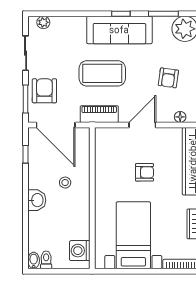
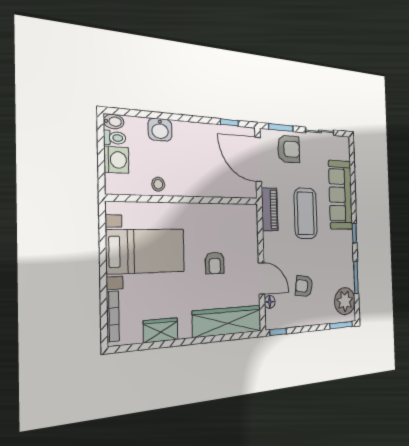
plant: (43, 22) -> (345, 152), removed
sofa: (119, 30) -> (341, 195), moved
door: (56, 125) -> (258, 159), hinge flipped
door: (142, 125) -> (262, 278), moved
stool: (65, 183) -> (158, 184), moved
washbasin: (37, 200) -> (160, 130), moved
washing machine: (80, 251) -> (116, 160), moved, turned 90

